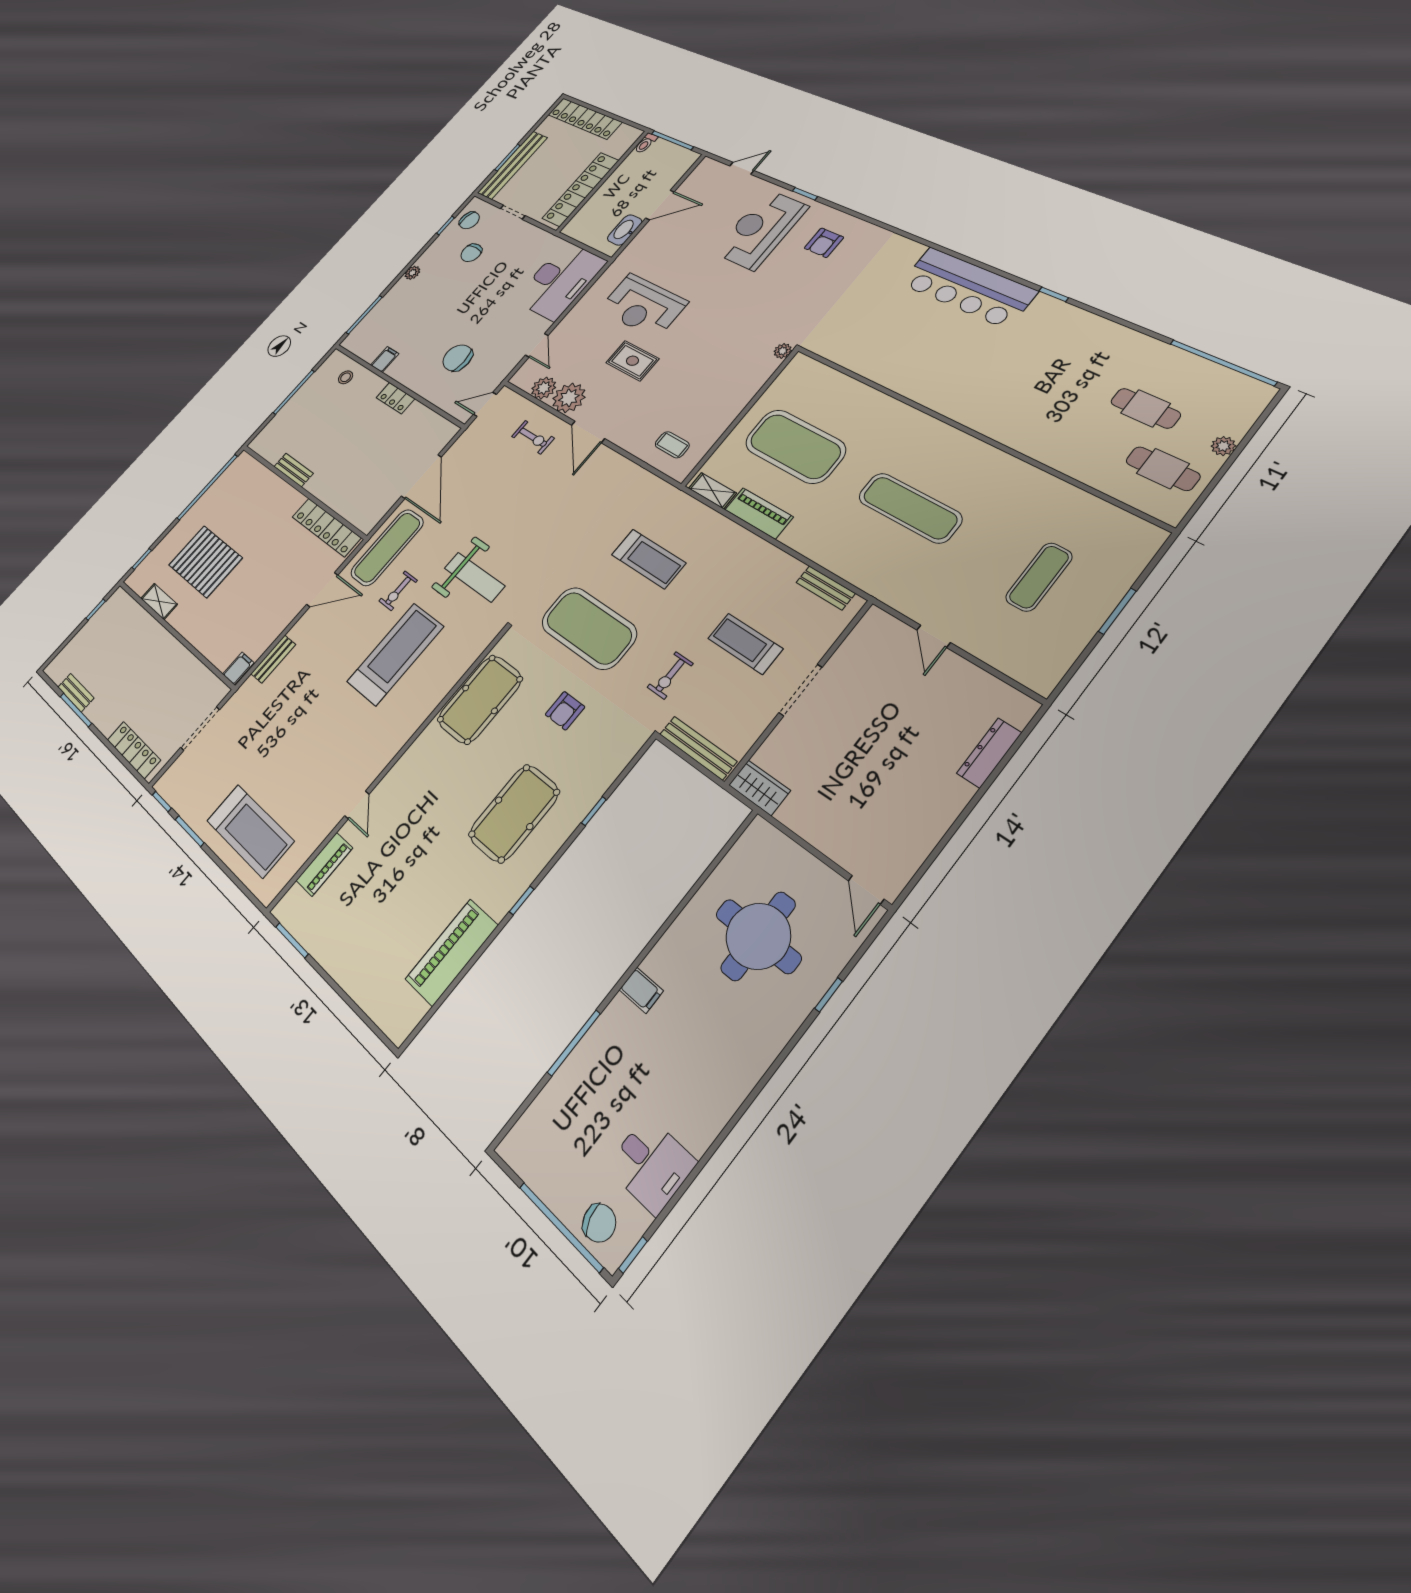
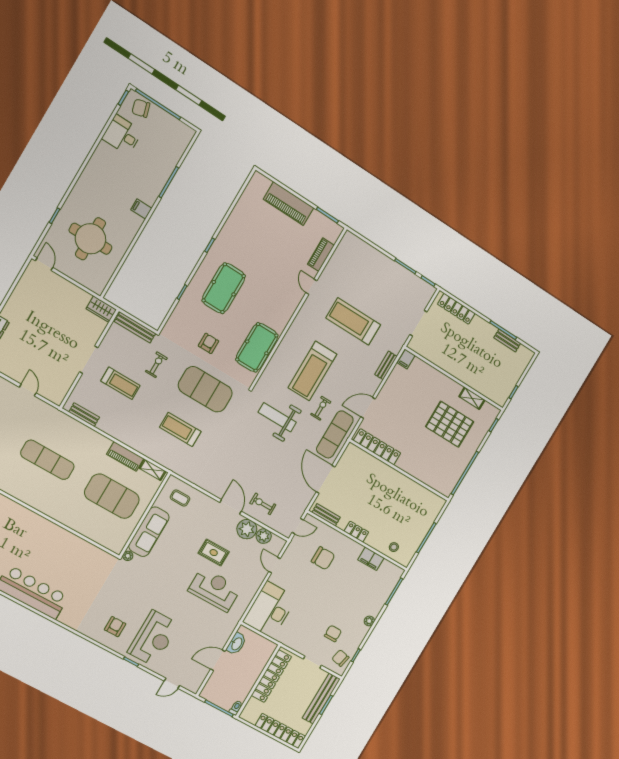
filing cabinet: (385, 359) -> (371, 559), width x2.00
sofa: (738, 390) -> (149, 532), added
bench: (294, 470) -> (326, 515), moved
treadmill: (250, 831) -> (353, 321), moved
piano: (452, 952) -> (289, 204), moved, turned 90

